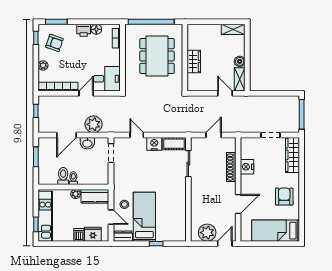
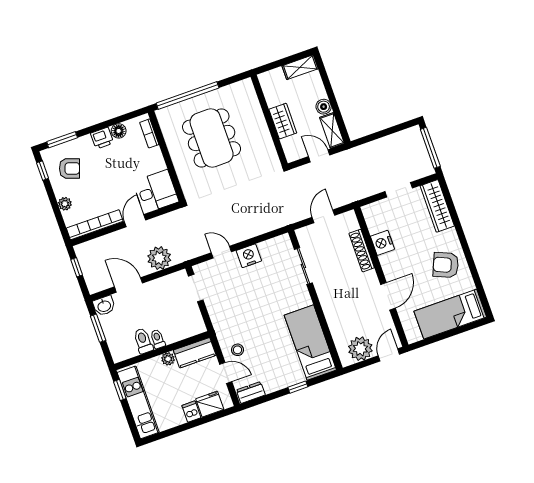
wall: (185, 58) -> (269, 120), moved
wardrobe: (194, 61) -> (283, 121), moved
door: (67, 135) -> (128, 285), swing flipped
washbasin: (87, 143) -> (104, 306), moved
cot: (174, 144) -> (275, 246), removed
armchair: (284, 197) -> (446, 265), turned -67
bed: (144, 217) -> (310, 343), moved
window: (36, 224) -> (120, 390), moved

